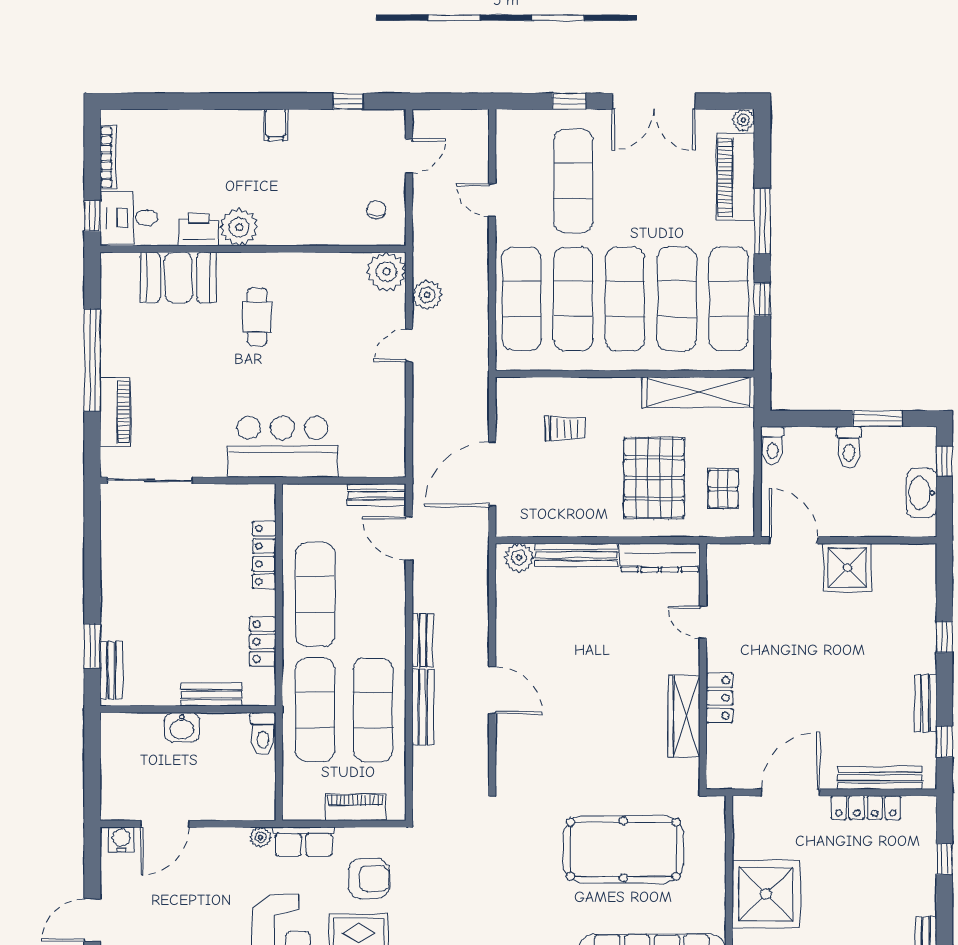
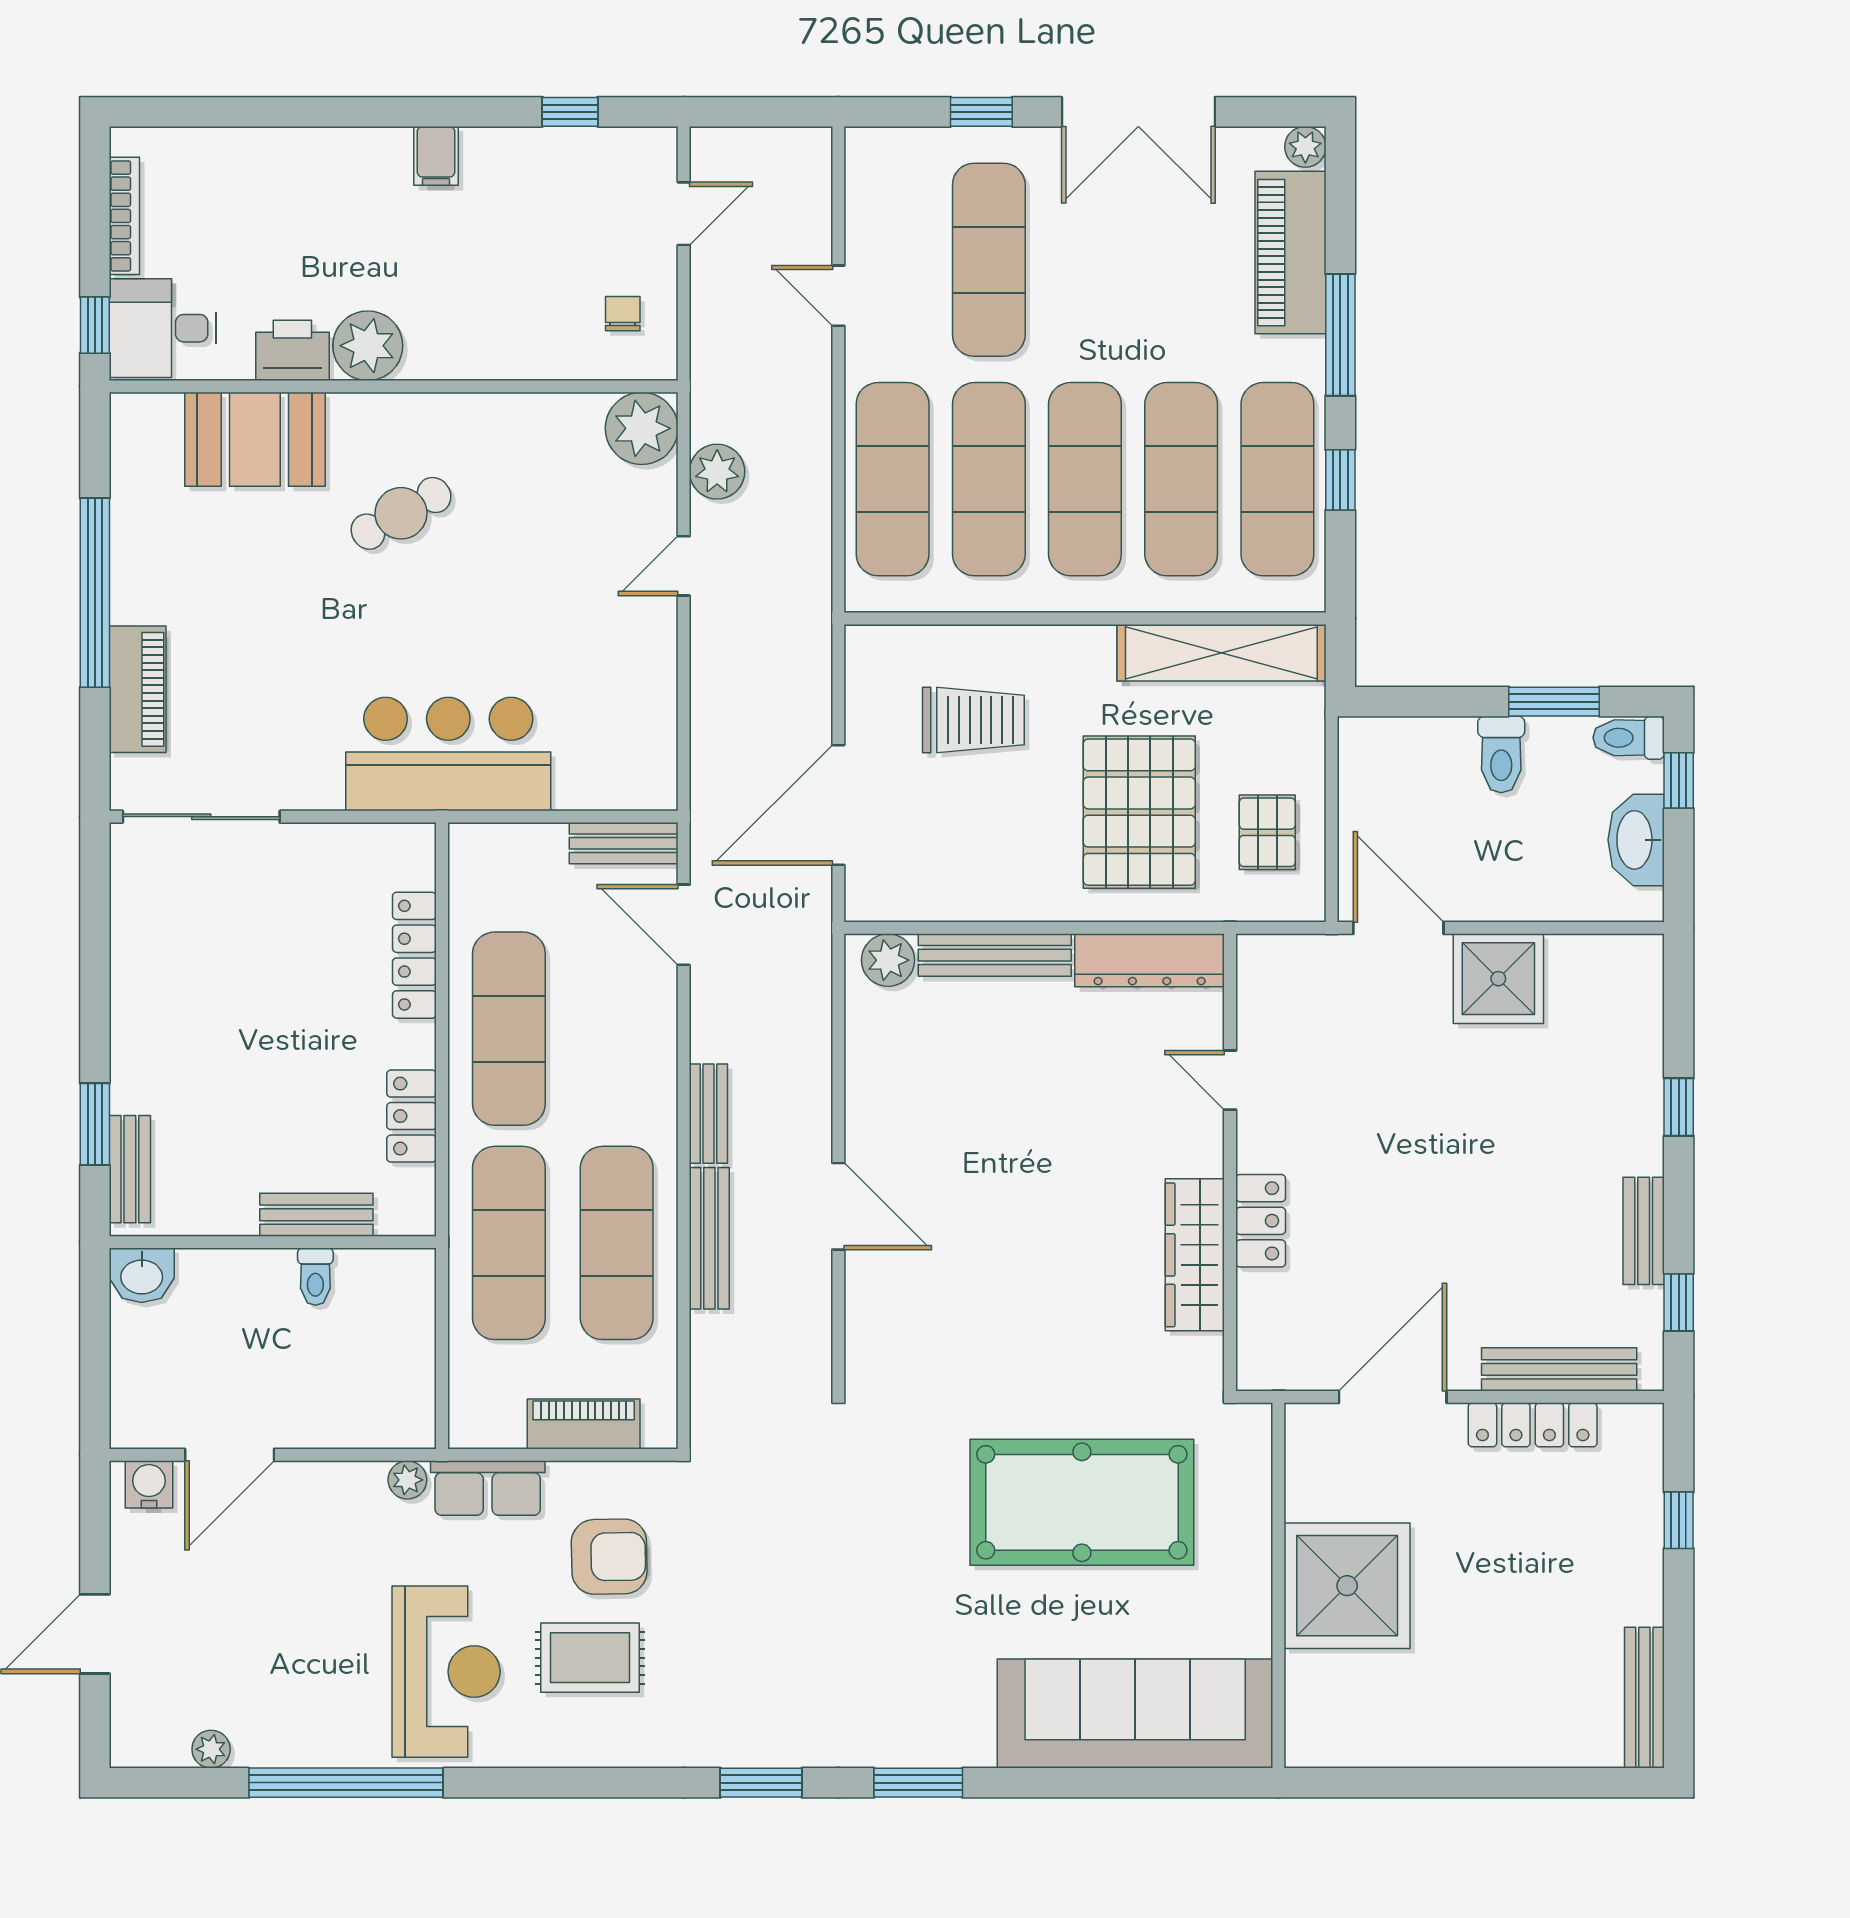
cafe table: (257, 317) -> (401, 513), turned 61
trolley: (565, 428) -> (973, 720), width x1.36, depth x1.39
toilet: (772, 446) -> (1629, 738), moved, turned 90
washbasin: (182, 727) -> (142, 1275), moved
toilet: (263, 734) -> (315, 1277), moved, width x0.73, depth x0.72

